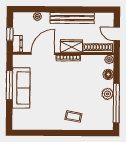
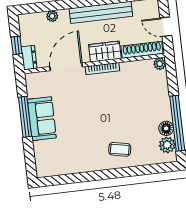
floor lamp: (108, 74) -> (166, 128), moved
sofa: (21, 88) -> (42, 119), width x0.73
plant: (107, 94) -> (167, 145), moved

